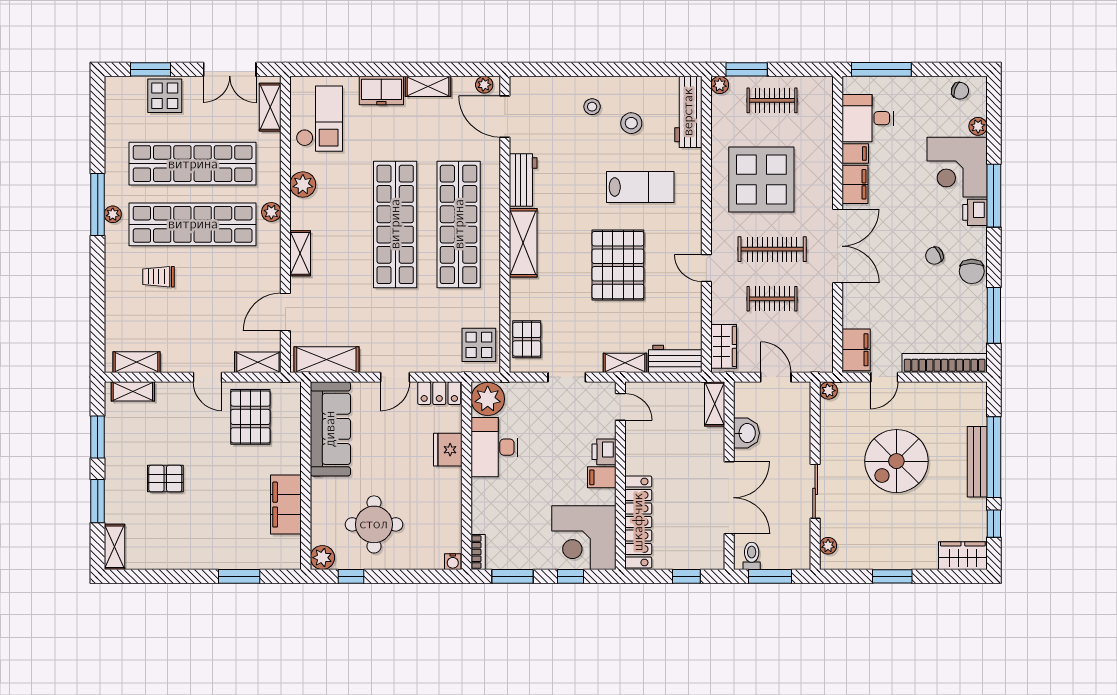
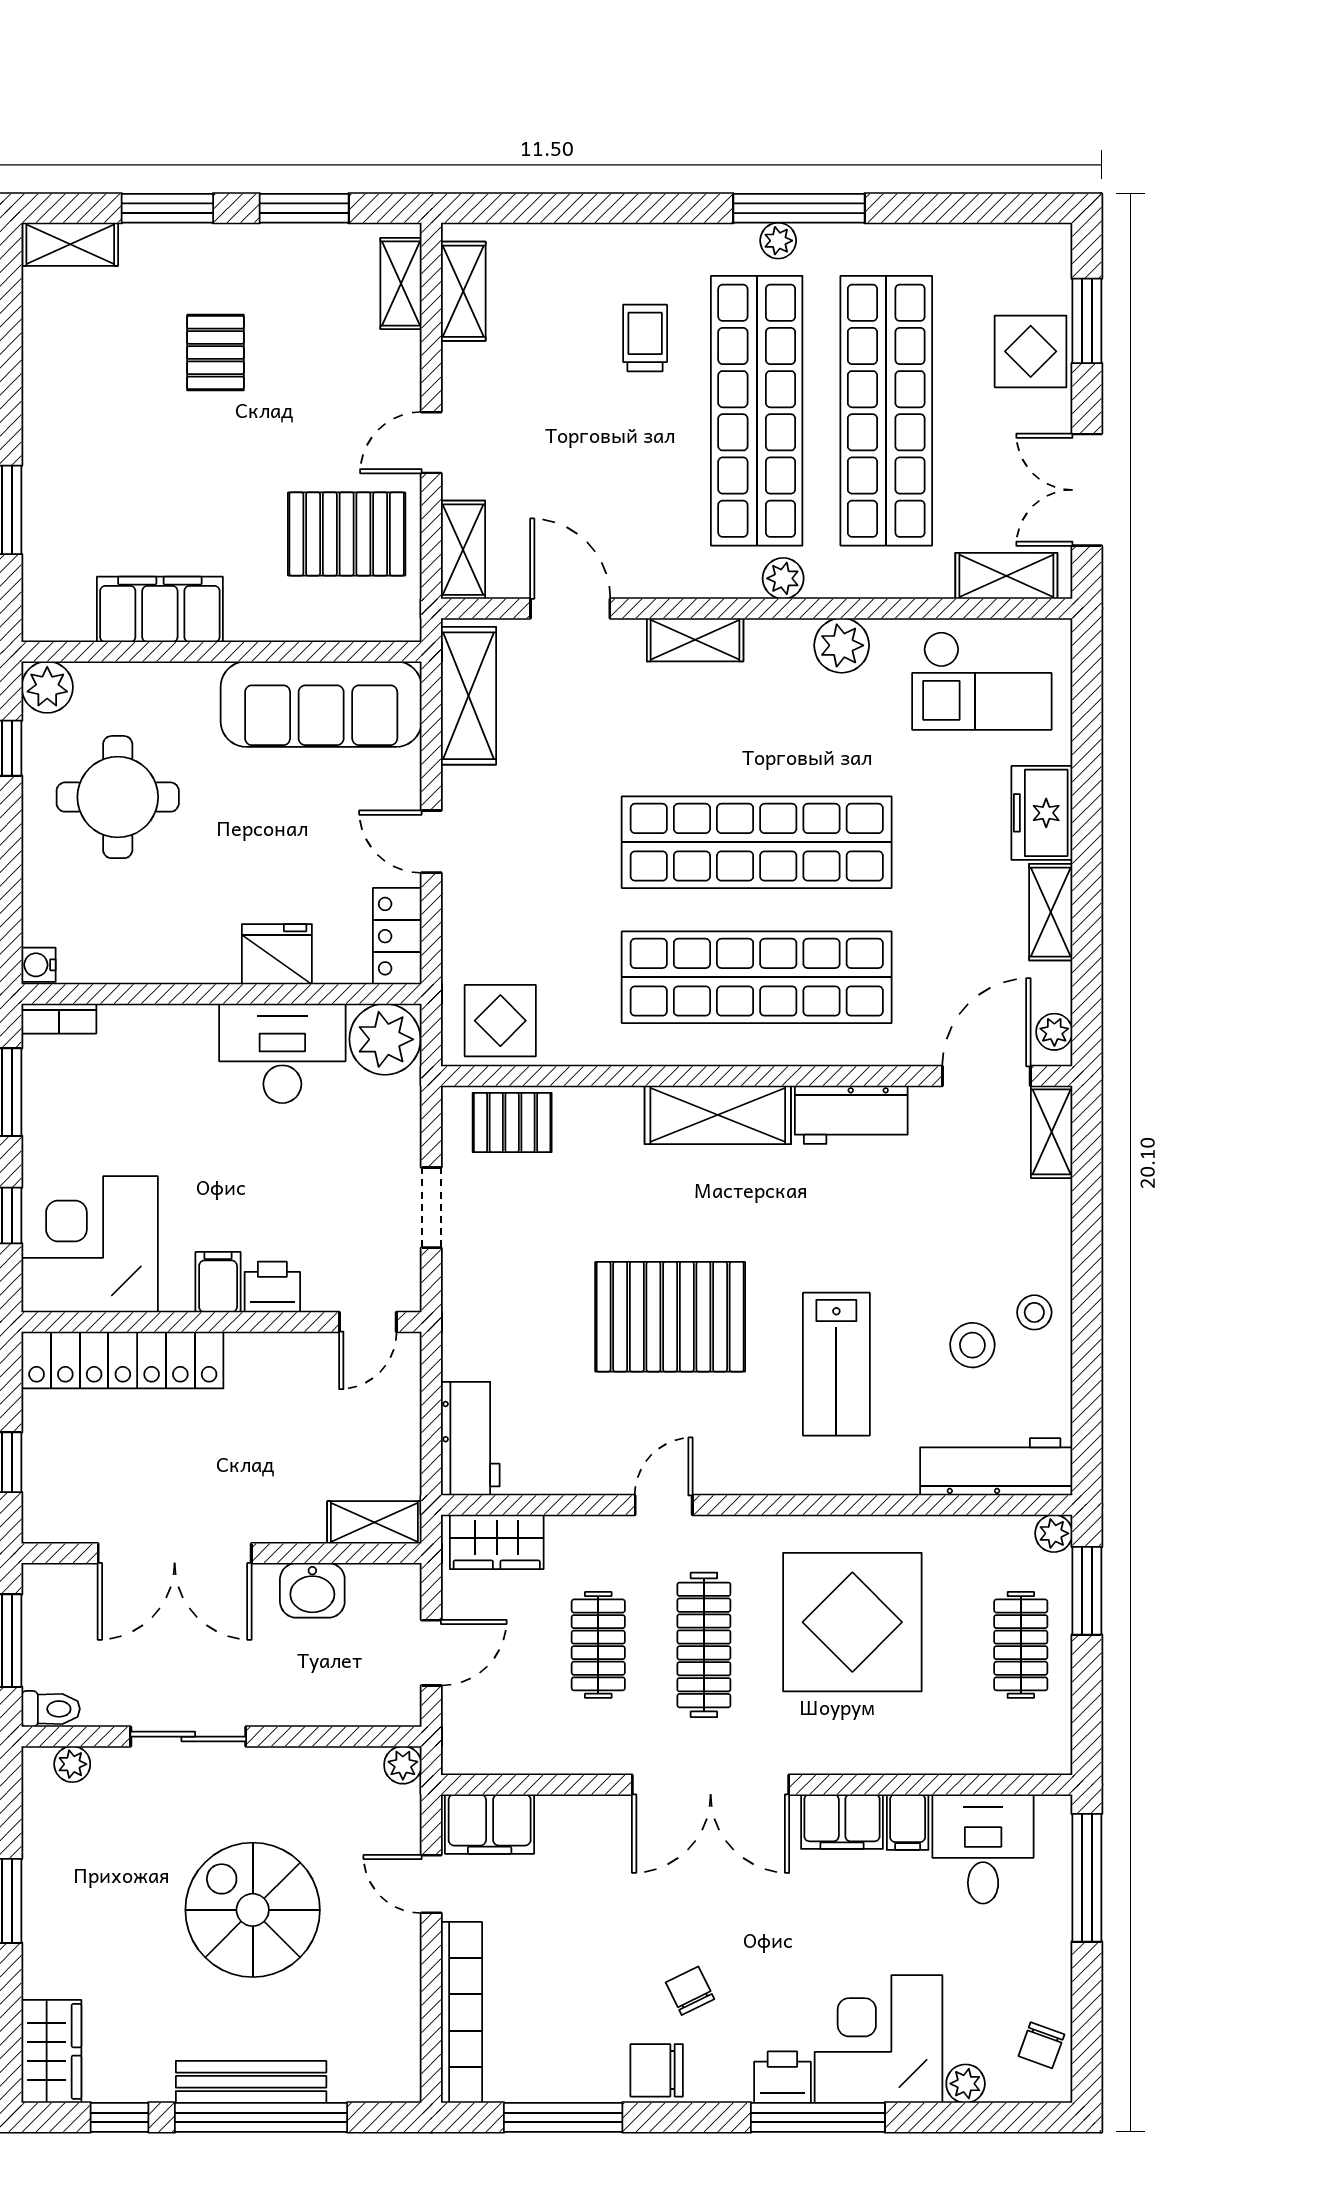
stool: (592, 107) -> (1034, 1312), moved
shelving: (625, 363) -> (1052, 1132), moved
toilet: (752, 556) -> (51, 1709), moved

